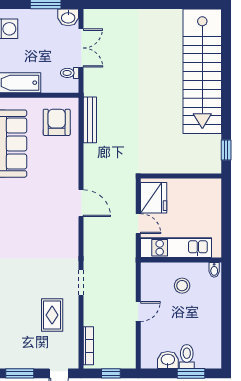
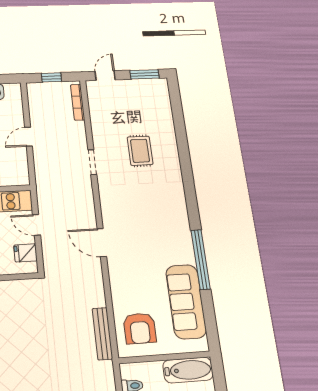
fridge: (154, 198) -> (26, 253), width x0.53, depth x0.75
rug: (52, 315) -> (140, 151), moved

